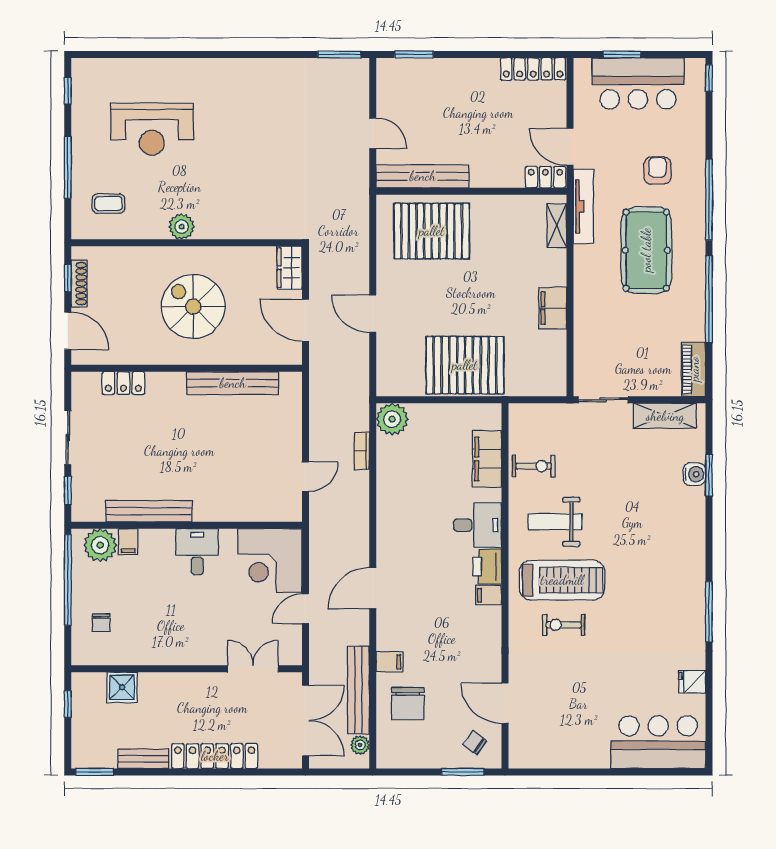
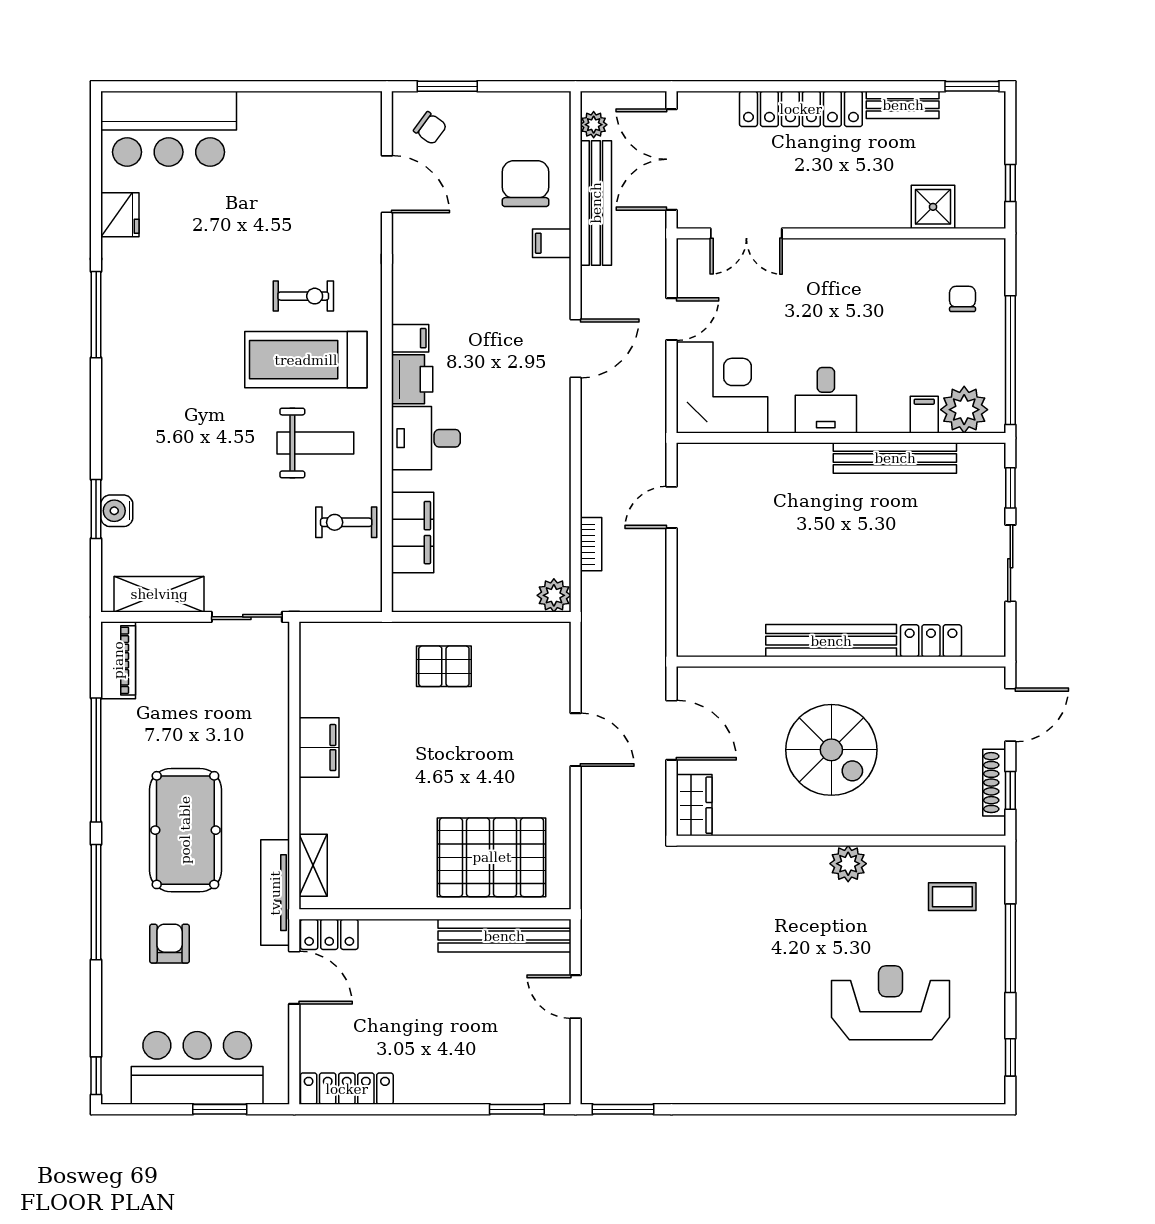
armchair: (657, 171) -> (170, 944), turned 180
door: (68, 331) -> (1010, 715), swing flipped
pallet: (465, 365) -> (444, 666), width x0.49, depth x0.50
bench: (233, 383) -> (831, 641), moved
plant: (392, 419) -> (554, 595), width x0.73, depth x0.73
fridge: (692, 682) -> (120, 215), width x1.38

